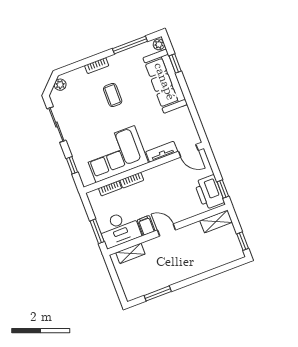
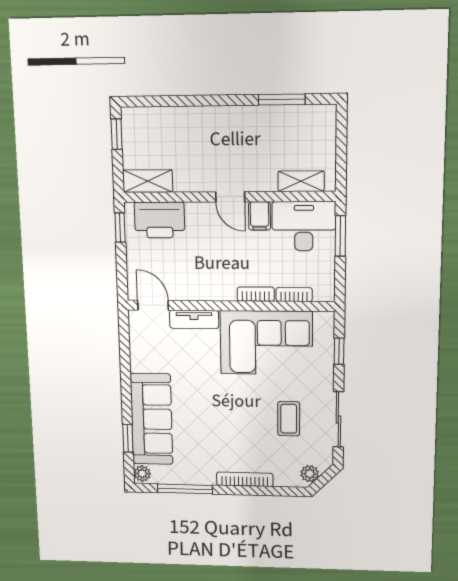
bookcase: (97, 66) -> (245, 479), width x1.56
coffee table: (113, 95) -> (289, 419), moved
printer: (209, 192) -> (160, 220), moved, turned 90

